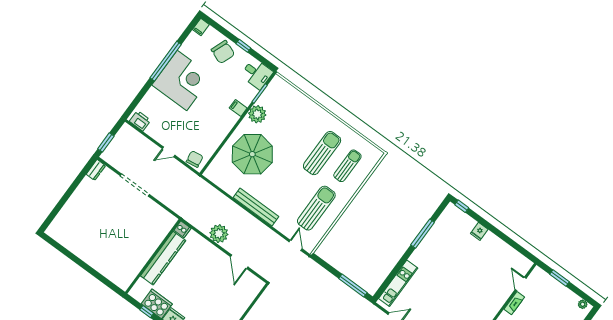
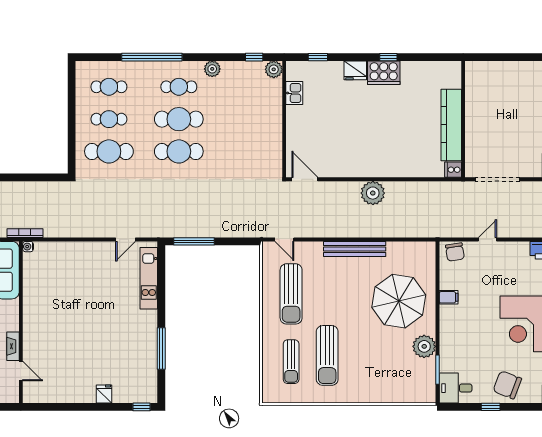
filing cabinet: (238, 108) -> (449, 297), moved
cooker: (182, 229) -> (453, 170), moved
wall: (153, 256) -> (463, 119), moved
kitchen counter: (163, 258) -> (451, 125), moved
door: (239, 262) -> (305, 179), moved

